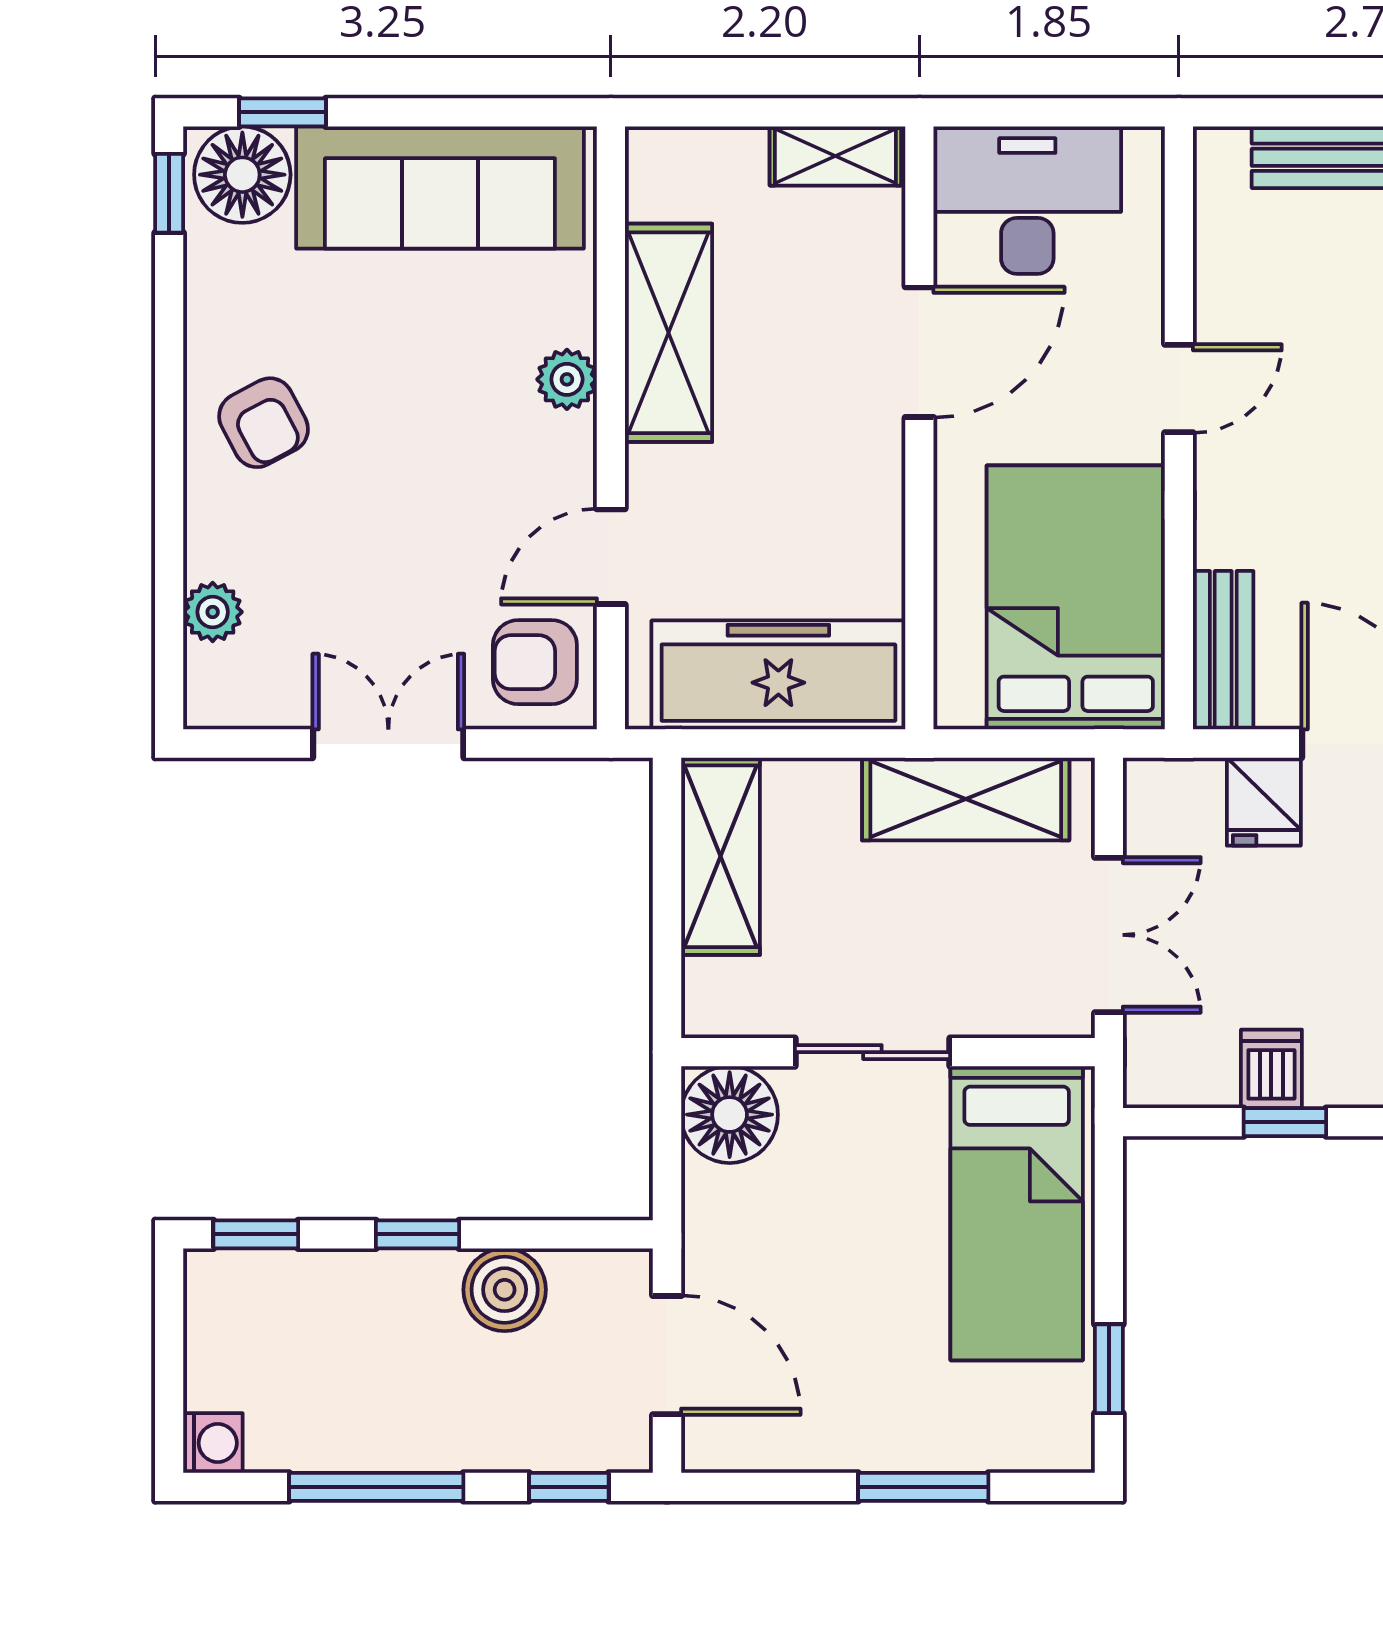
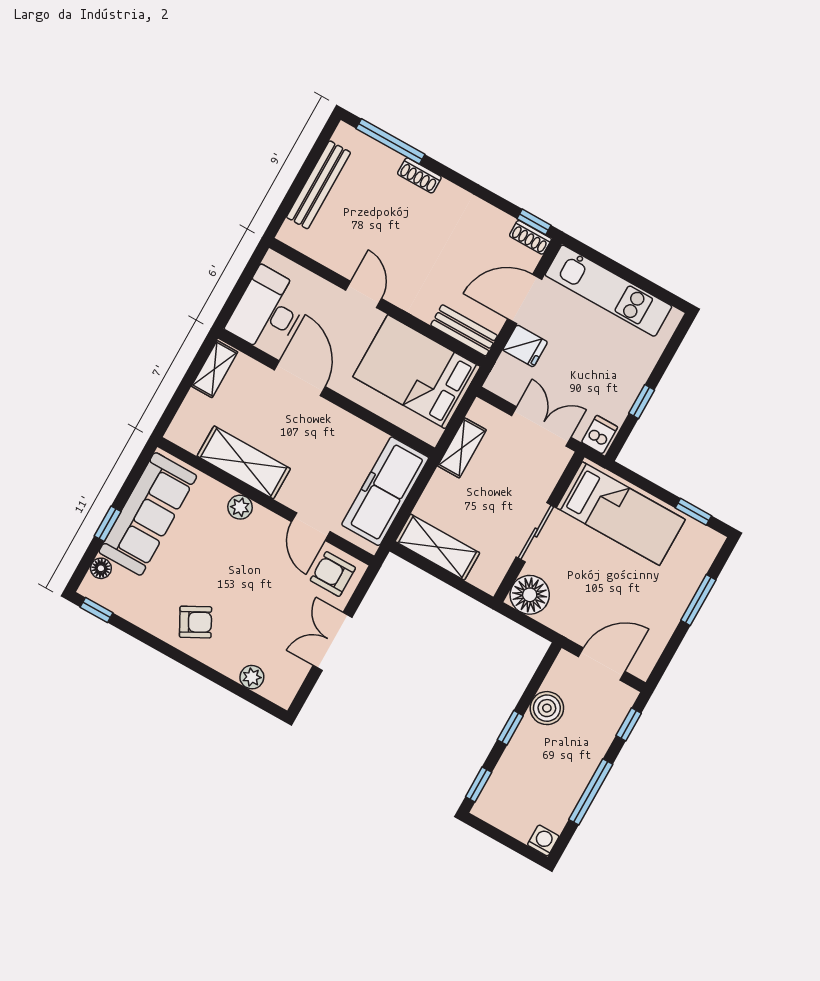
window: (282, 112) -> (108, 524), moved
floor lamp: (242, 175) -> (101, 568), width x0.53, depth x0.53
armchair: (535, 662) -> (333, 574), turned 90
shelving: (966, 799) -> (462, 448), width x0.67, depth x0.75
dishwasher: (1271, 1069) -> (600, 435), moved, turned 90

